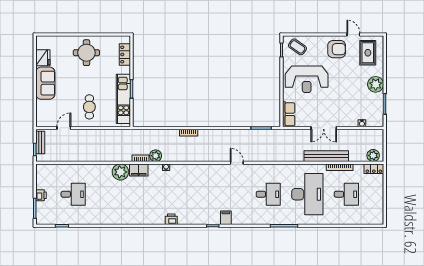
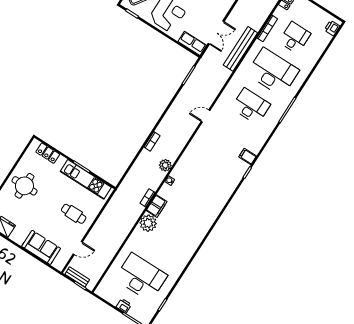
sofa: (45, 83) -> (41, 247), moved
door: (64, 128) -> (78, 248), swing flipped
double door: (324, 128) -> (216, 32), moved
plant: (156, 156) -> (165, 165), moved
bench: (326, 156) -> (240, 49), moved
desk: (73, 194) -> (141, 277), width x1.87, depth x1.30
desk: (268, 194) -> (251, 106), width x1.37
printer: (171, 219) -> (332, 28), moved

